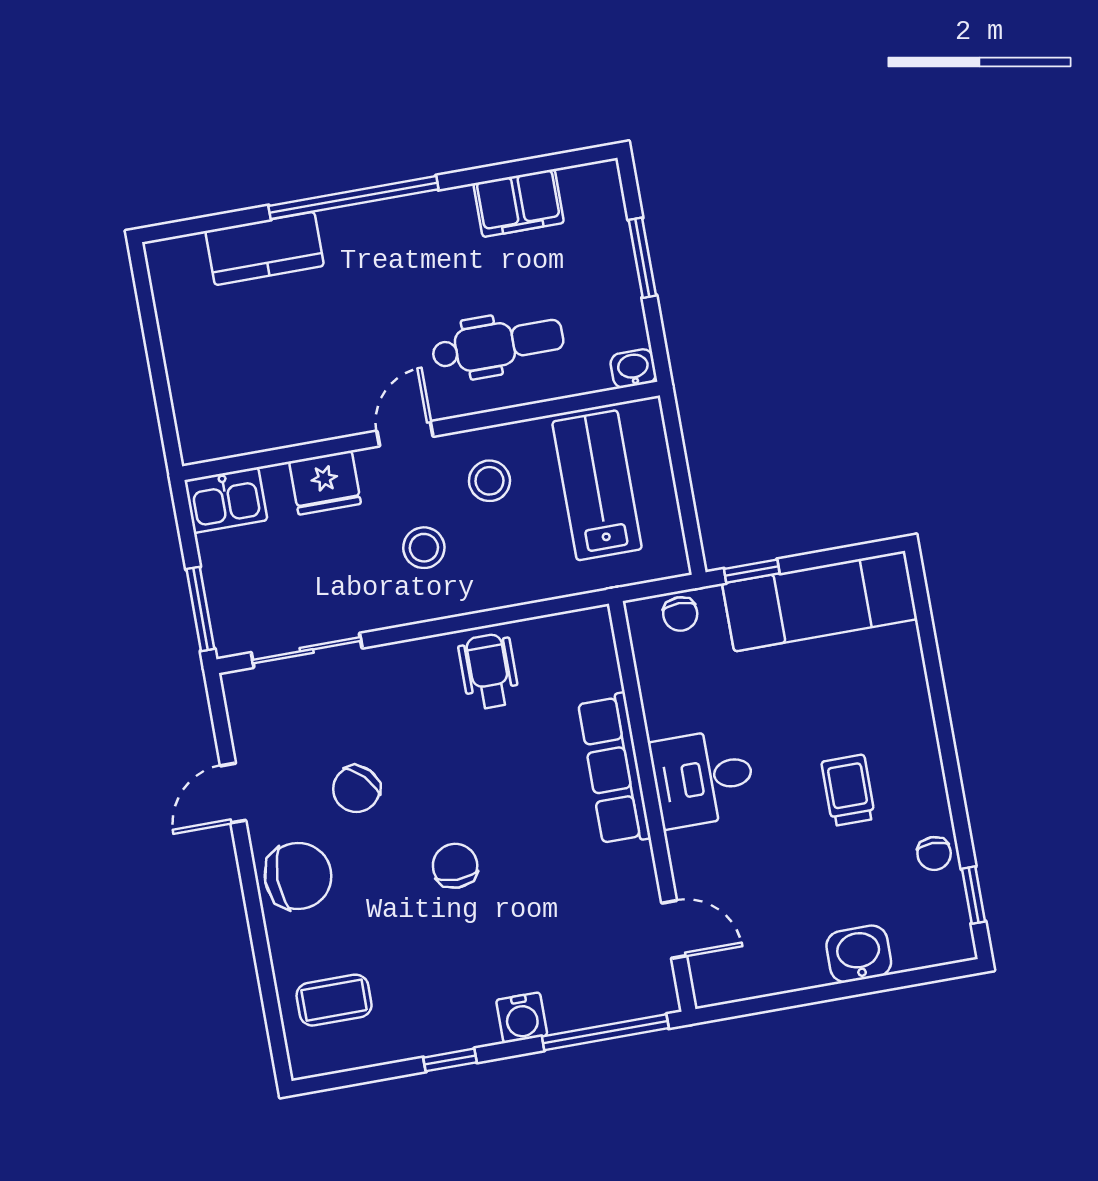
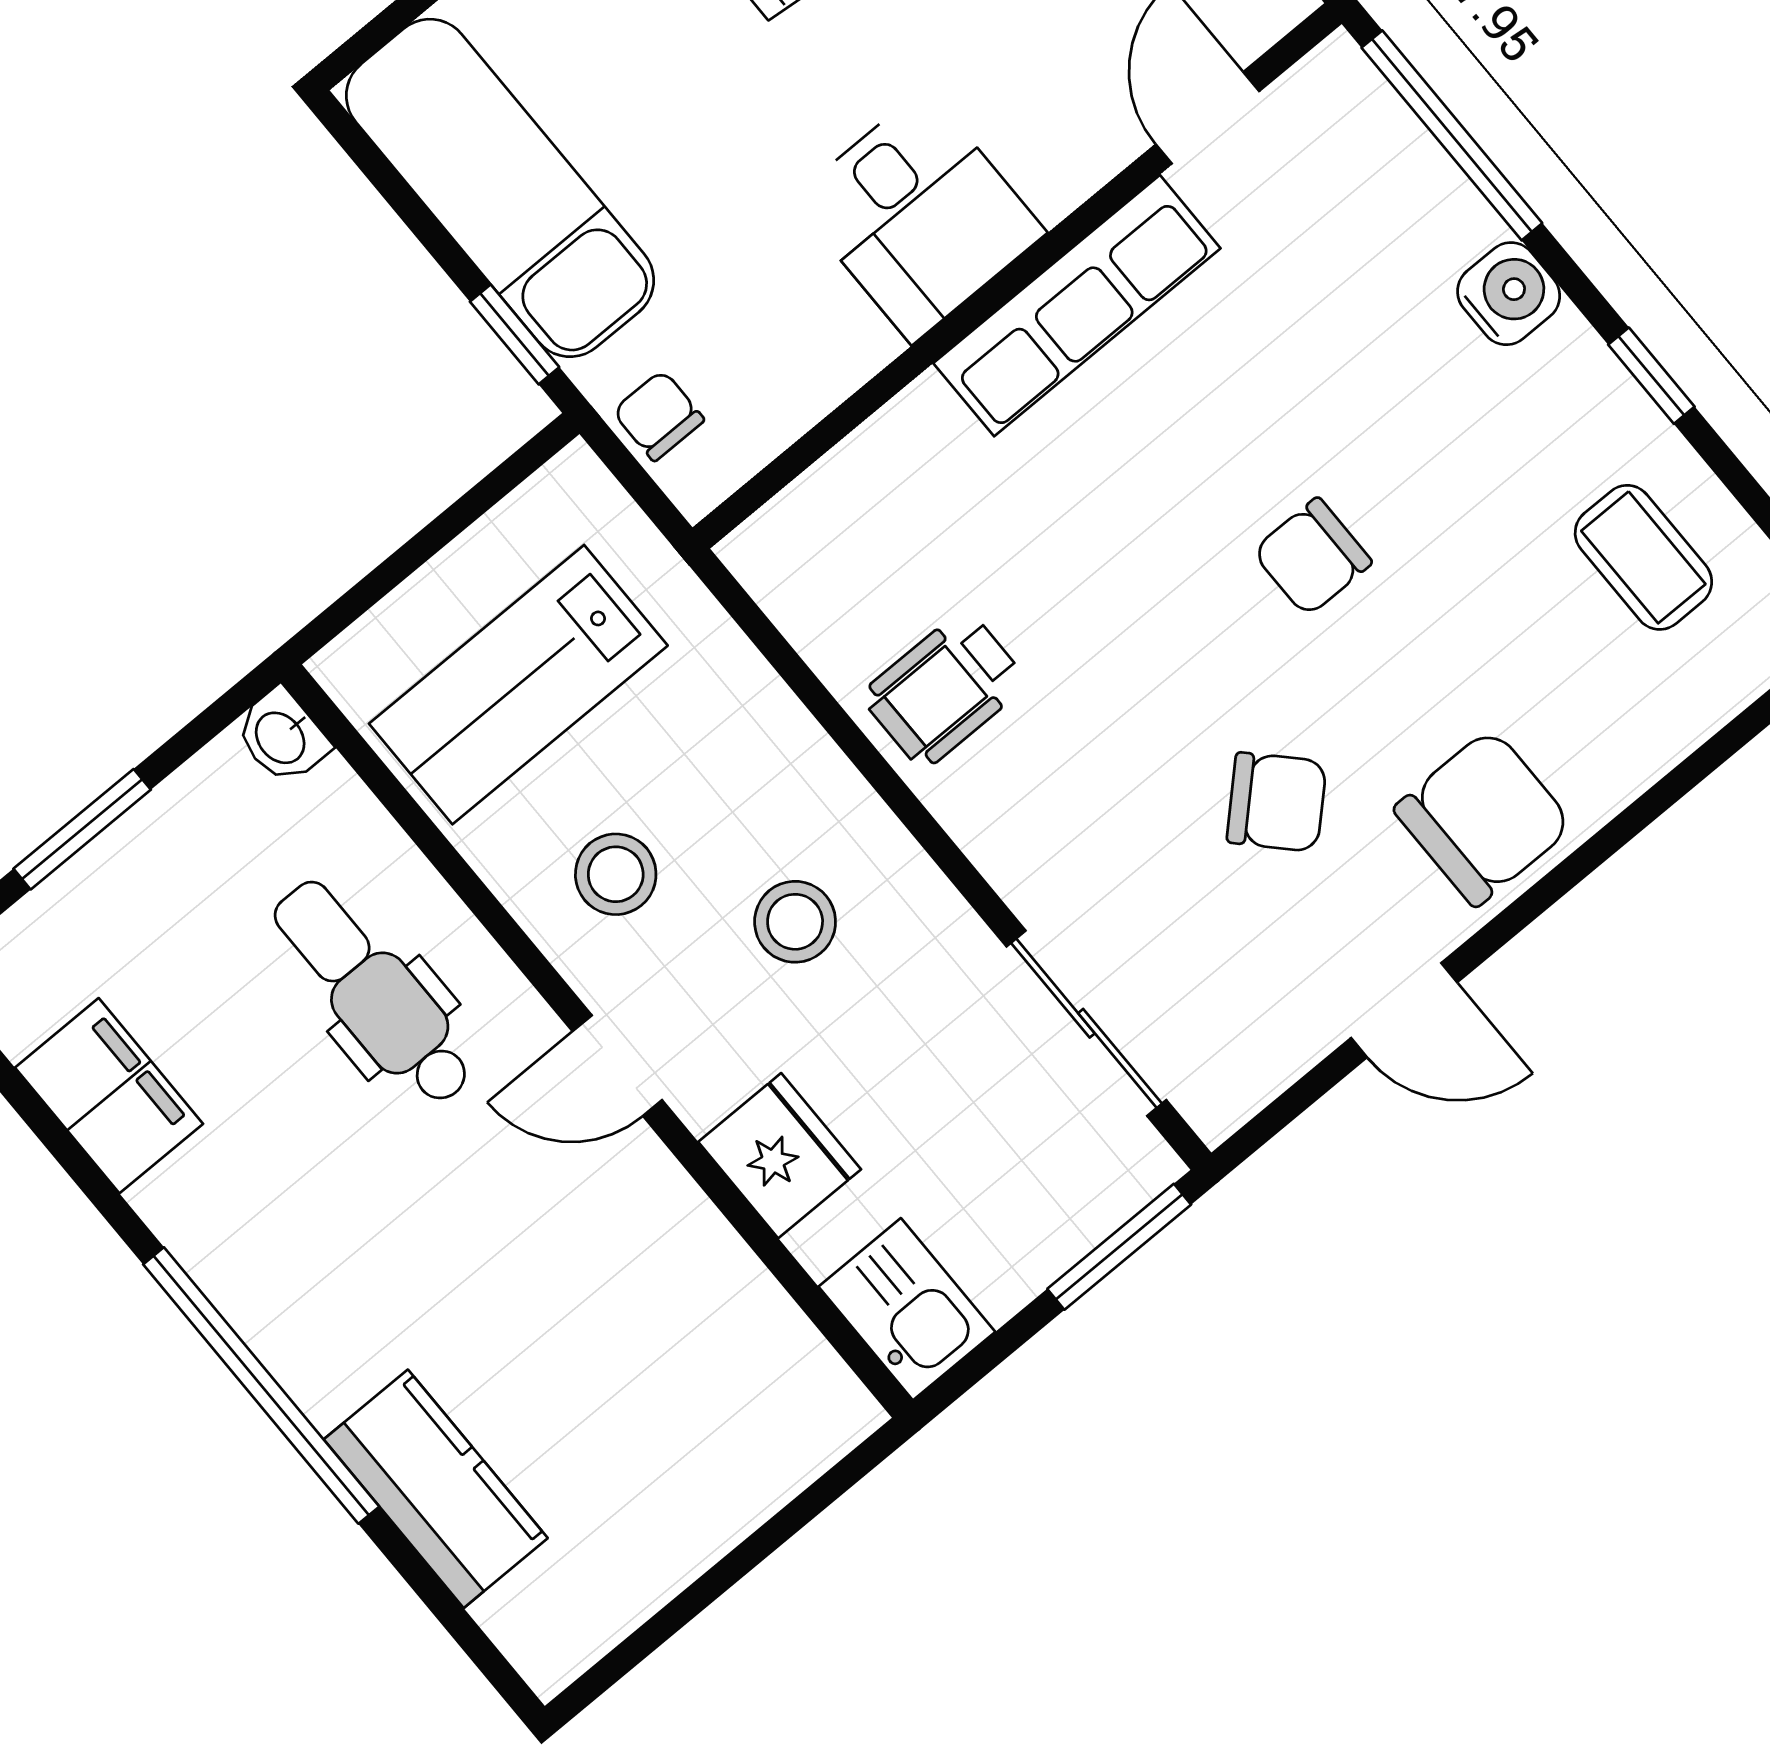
chair: (680, 614) -> (658, 416), turned -90
row of seats: (614, 769) -> (1077, 306), moved
chair: (298, 876) -> (1483, 817), turned 90
coffee table: (334, 1000) -> (1643, 557), moved

